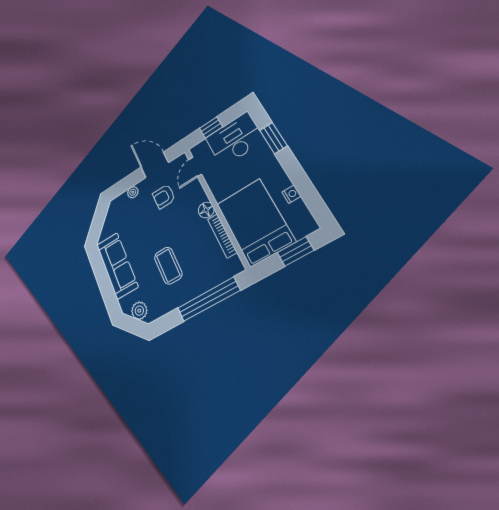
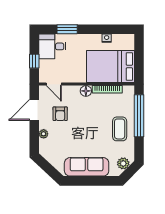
desk: (235, 139) -> (52, 46), width x0.73
window: (295, 251) -> (139, 54), removed
coffee table: (168, 266) -> (120, 129), moved, turned 90

